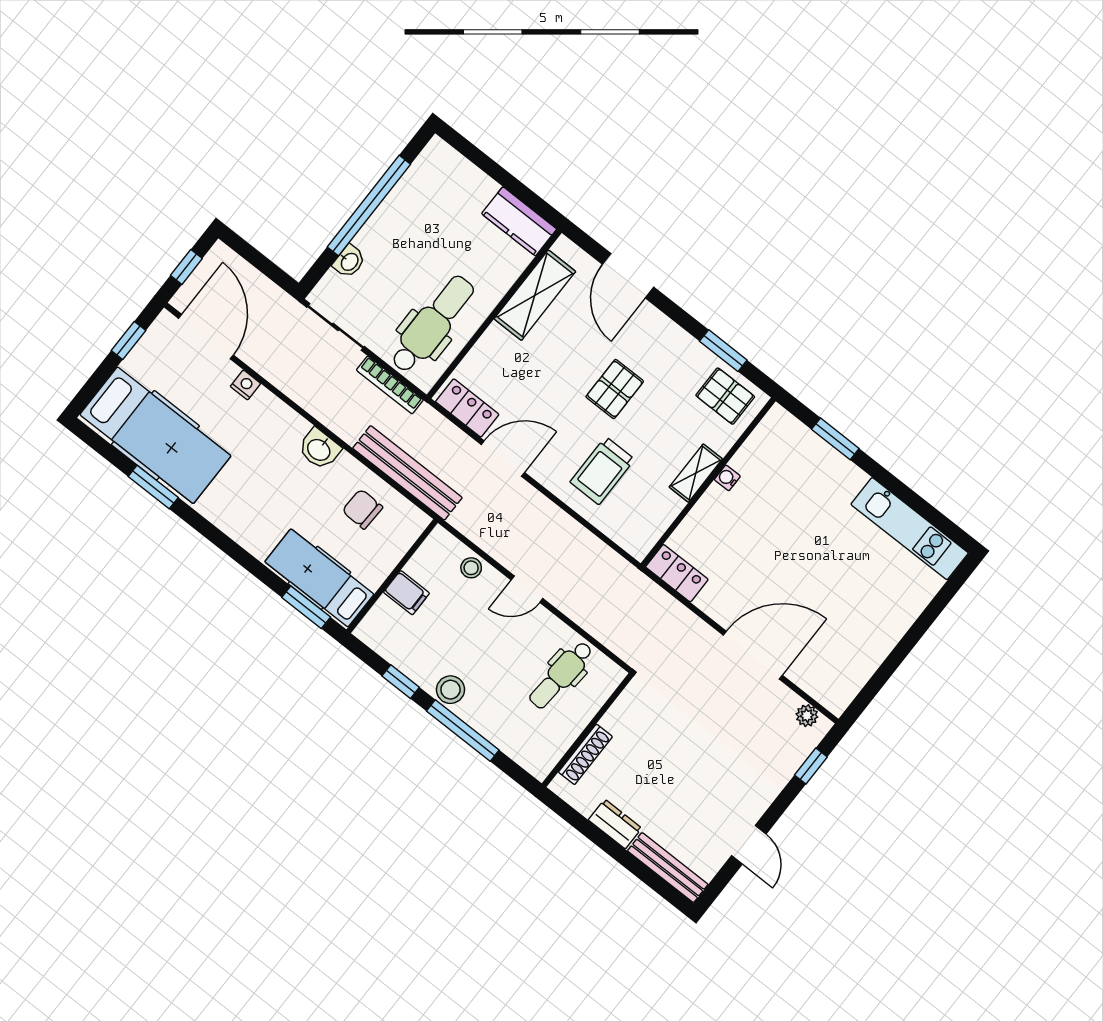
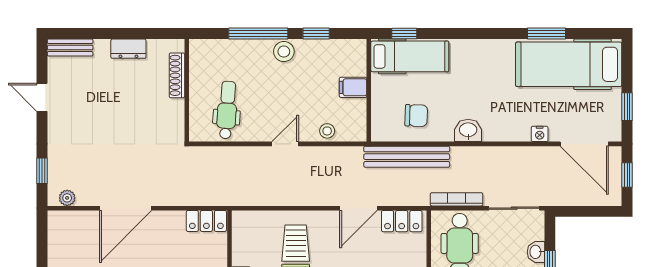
window: (306, 607) -> (404, 34), width x0.67
bench: (668, 868) -> (70, 48), width x0.73

